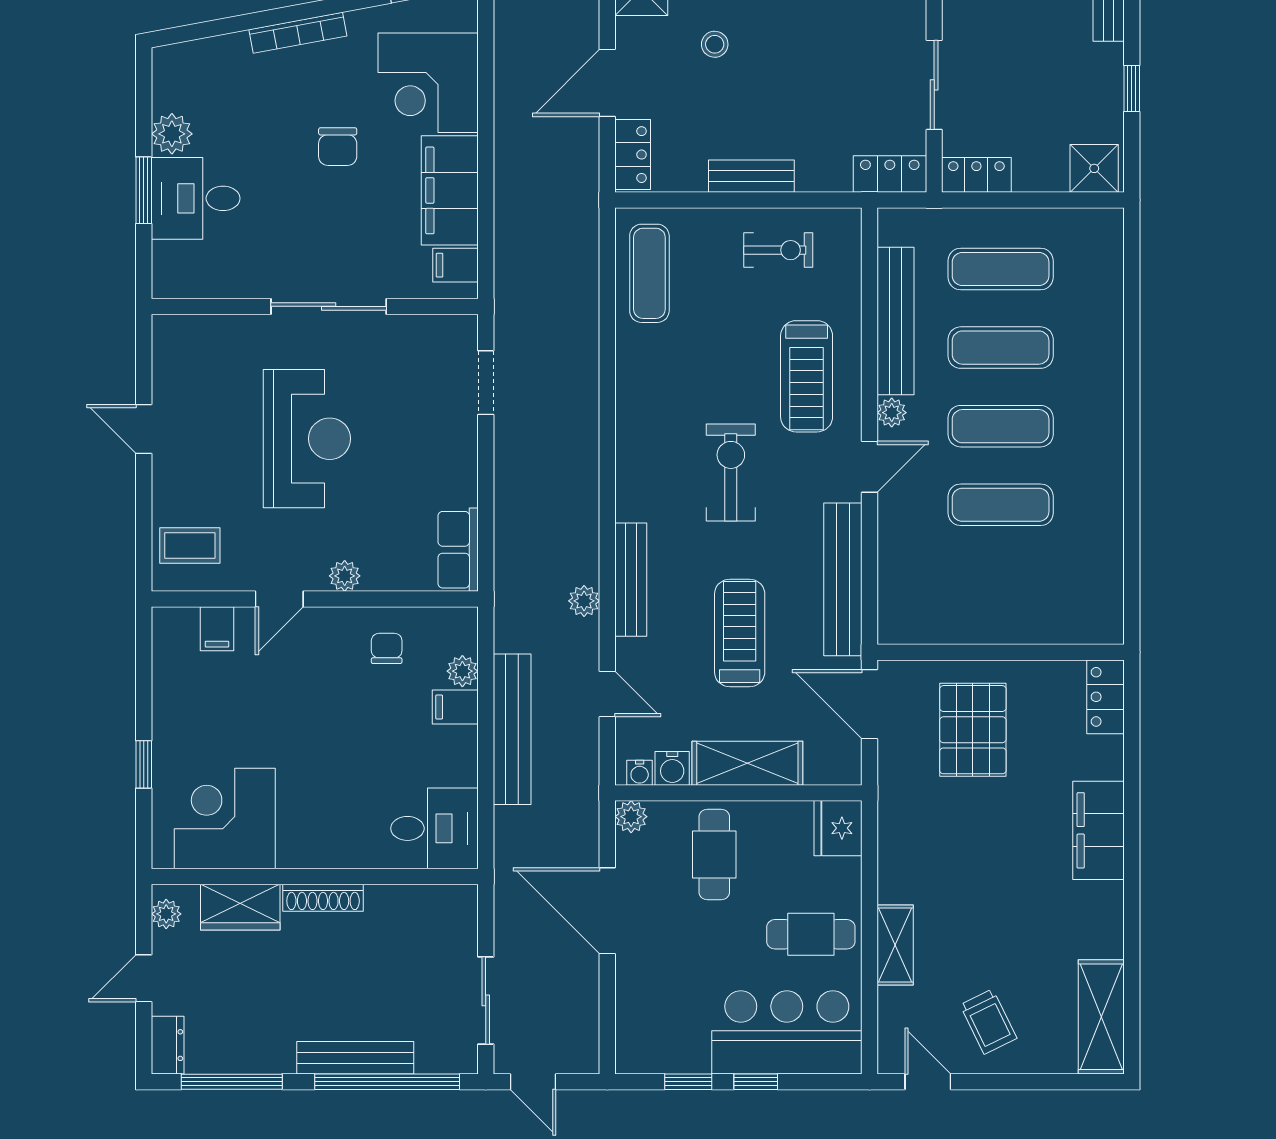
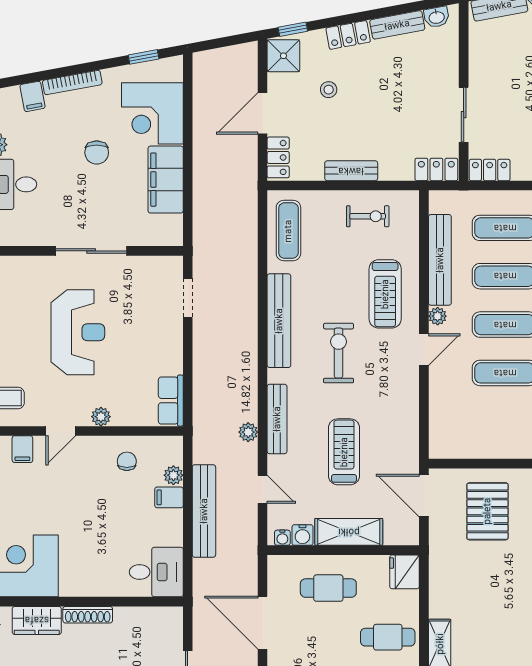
filing cabinet: (455, 265) -> (32, 96), moved, turned -100
bench: (843, 579) -> (279, 321), moved
plant: (631, 817) -> (277, 565), removed
cafe table: (714, 855) -> (328, 588), turned 90

